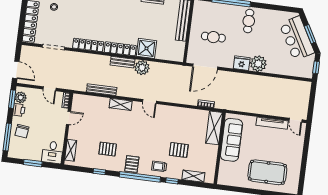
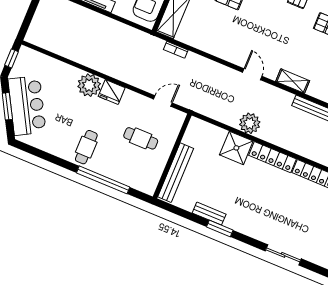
bench: (122, 62) -> (274, 138), removed
door: (205, 67) -> (163, 101), width x0.53

